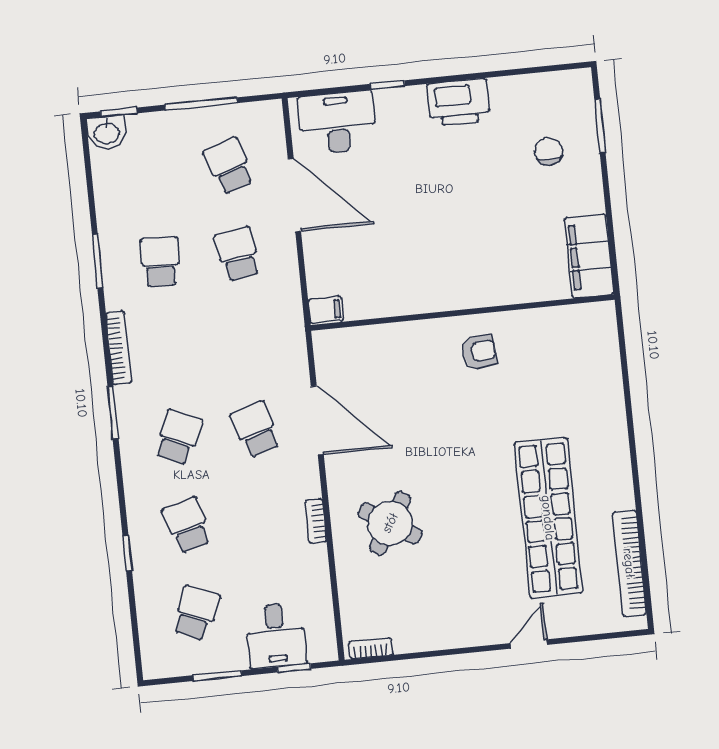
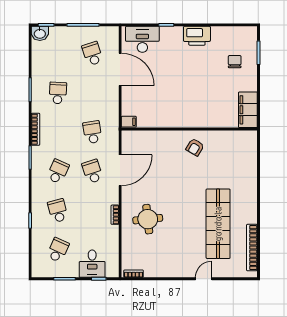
school desk: (238, 254) -> (92, 132), moved
armchair: (479, 352) -> (195, 147), turned 128
door: (317, 420) -> (120, 170), hinge flipped
round table: (390, 523) -> (148, 219), turned -38

